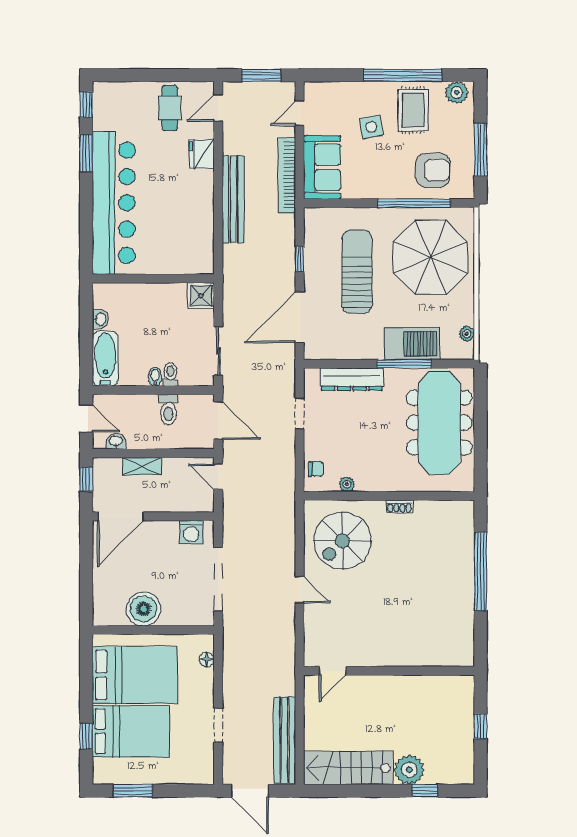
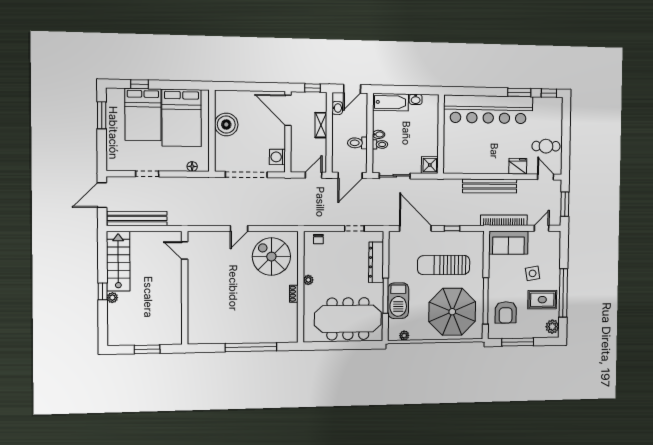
door: (300, 113) -> (542, 228), hinge flipped
sun lounger: (357, 272) -> (444, 265), turned 180
plant: (347, 484) -> (308, 280), moved
window: (480, 726) -> (147, 349), width x1.50
plant: (409, 770) -> (112, 298), width x0.53, depth x0.53
window: (425, 791) -> (103, 291), moved

